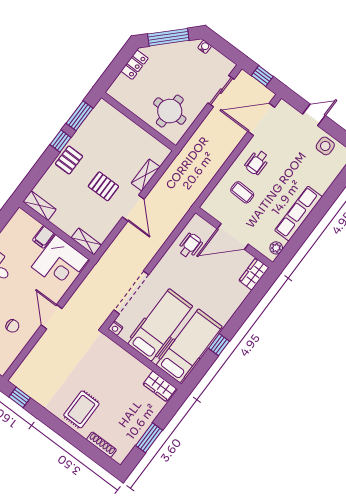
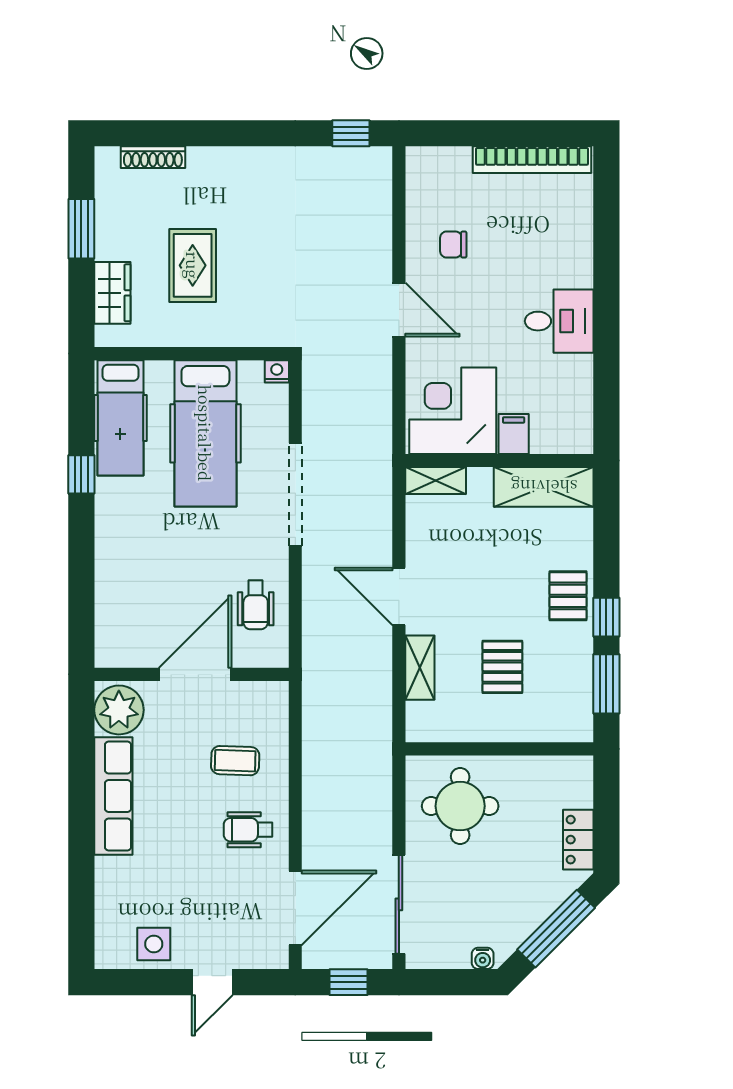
sliding door: (221, 91) -> (399, 904), width x1.37
wheelchair: (257, 162) -> (248, 830), turned -90
pallet: (103, 186) -> (502, 667), moved, turned 90
shelving: (40, 205) -> (544, 487), width x1.50, depth x1.33
plant: (276, 248) -> (119, 710), width x1.87, depth x1.87
wardrobe: (254, 274) -> (112, 638), removed
doorway: (131, 292) -> (295, 494), moved
hospital bed: (189, 346) -> (120, 418), width x0.73, depth x0.78
wardrobe: (160, 386) -> (112, 293), moved, turned 90
rug: (81, 409) -> (193, 265), moved

